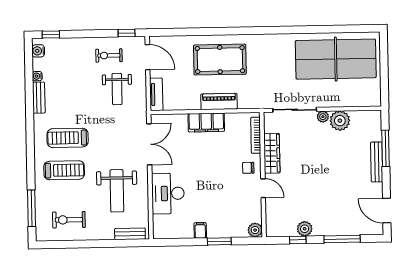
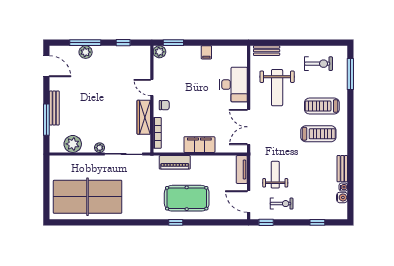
window: (232, 31) -> (176, 222), added
window: (51, 35) -> (317, 222), moved
water cooler: (38, 51) -> (342, 197), moved
piano: (219, 102) -> (175, 162), moved
plant: (340, 121) -> (73, 144), moved
weight bench: (117, 191) -> (277, 88), turned 180
plant: (305, 229) -> (86, 52), moved
window: (219, 241) -> (173, 43), moved

